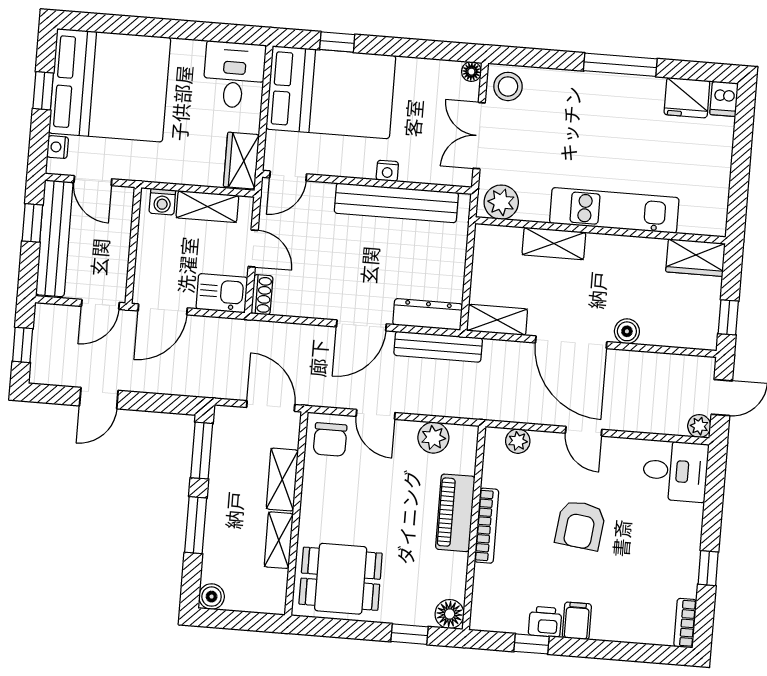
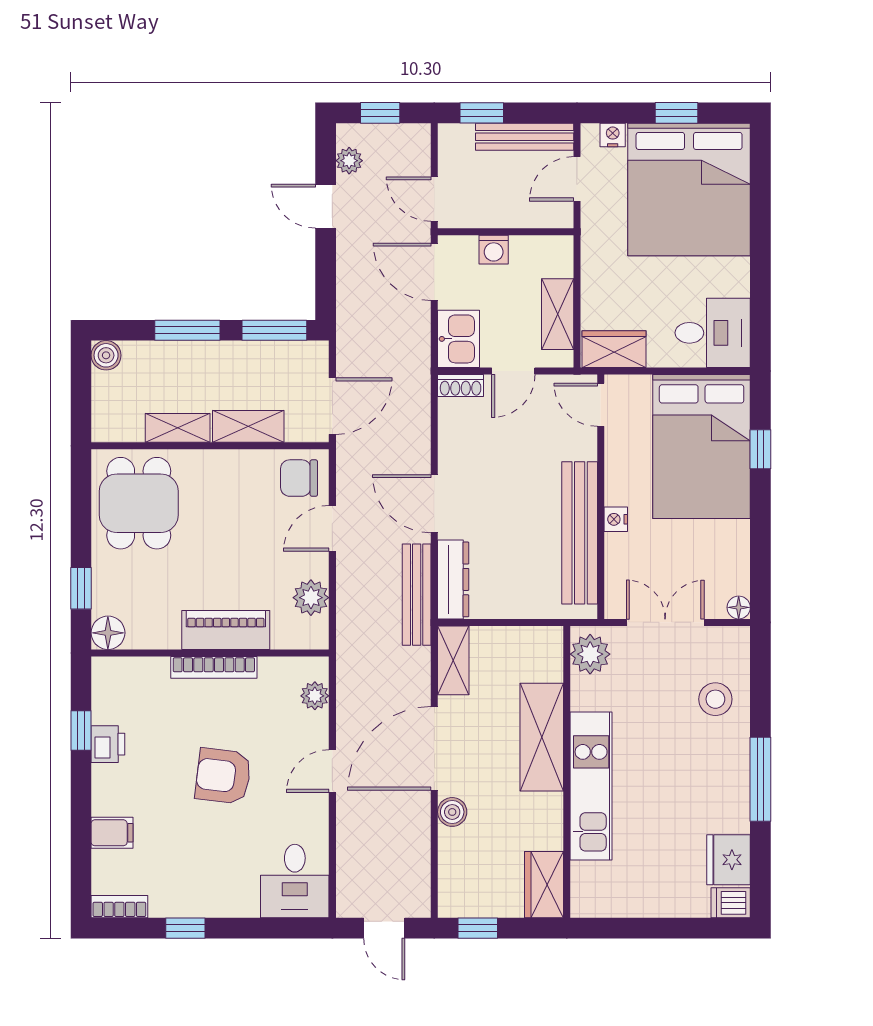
stool: (508, 86) -> (715, 699), moved
washing machine: (162, 202) -> (494, 250), moved, turned -90
window: (32, 223) -> (482, 113), moved
bench: (54, 238) -> (525, 137), width x0.73, depth x0.82
shelving: (554, 243) -> (542, 737), width x1.50, depth x1.33
plant: (699, 426) -> (349, 161), moved
filing cabinet: (577, 621) -> (112, 833), moved

